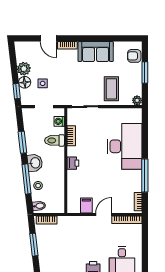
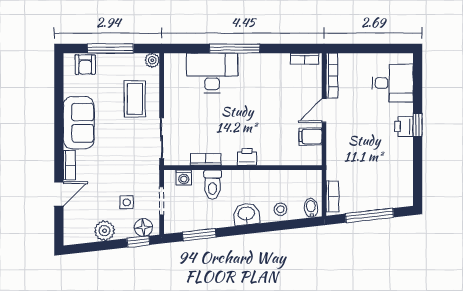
window: (145, 73) -> (110, 48), width x1.44
floor lamp: (25, 82) -> (143, 227), moved
coffee table: (111, 89) -> (135, 99), turned 90
window: (22, 142) -> (199, 235), moved
desk: (125, 146) -> (212, 73), width x0.73, depth x0.77
window: (145, 176) -> (235, 48), moved
window: (27, 179) -> (271, 227), removed
door: (104, 214) -> (324, 111), hinge flipped
window: (34, 245) -> (369, 215), width x1.44

